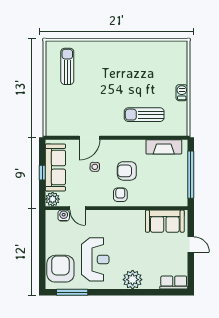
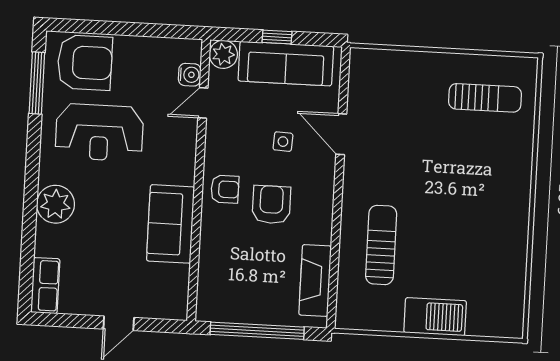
barbecue: (182, 93) -> (435, 317), width x1.88, depth x1.53
sofa: (165, 221) -> (171, 224), moved

